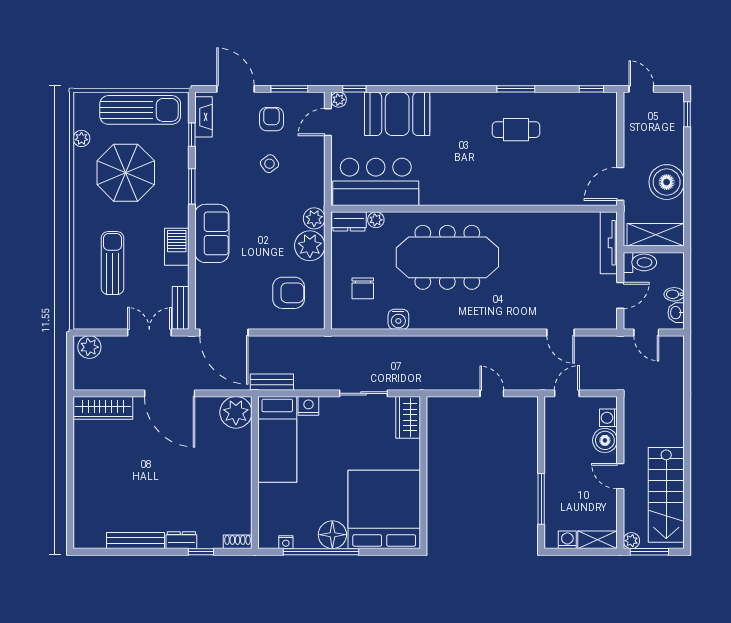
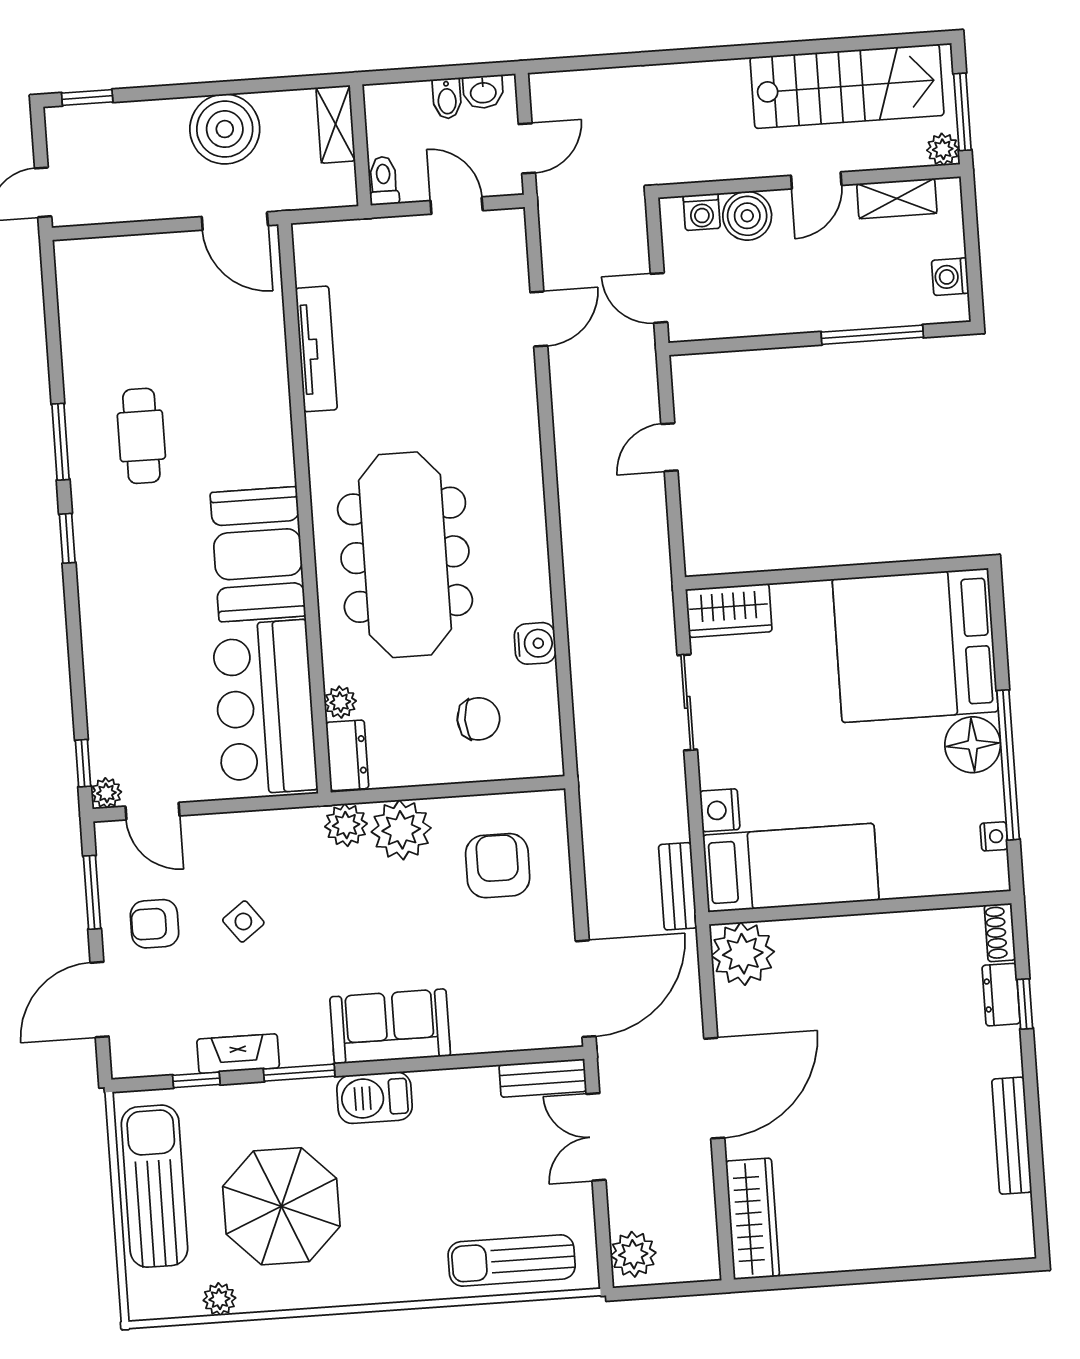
window: (591, 89) -> (67, 538), moved
booth: (397, 114) -> (258, 554), moved
fireplace: (204, 117) -> (238, 1054), moved
shelving: (656, 235) -> (336, 124), width x0.67, depth x0.75
tv unit: (609, 243) -> (316, 349), moved, turned -90
barbecue: (177, 247) -> (375, 1098), moved
toilet: (640, 262) -> (384, 181), width x0.73, depth x0.72
sun lounger: (113, 263) -> (512, 1260), moved
dresser: (181, 540) -> (1001, 995), moved
shelving: (598, 540) -> (897, 199), moved, turned 90

